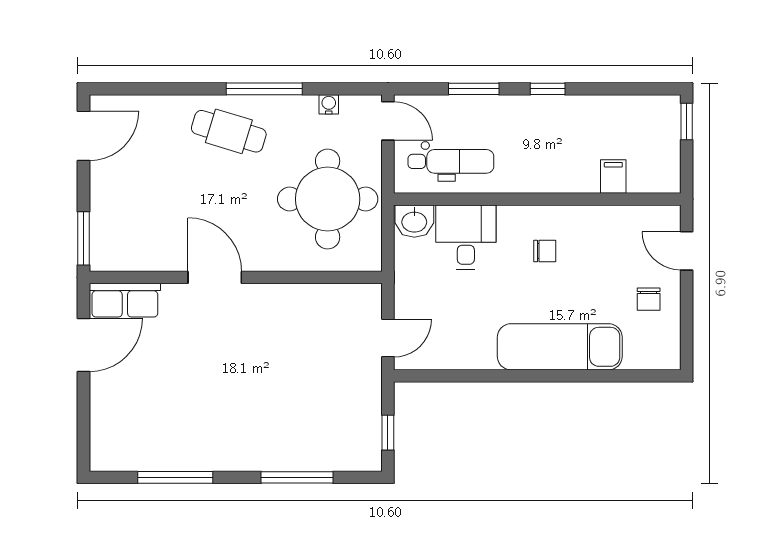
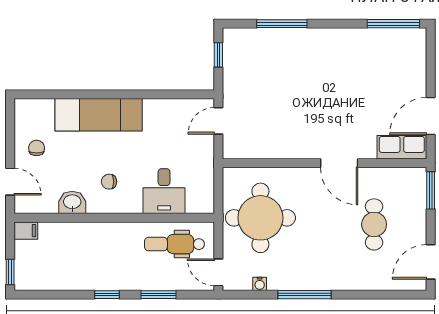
cafe table: (229, 131) -> (374, 224), moved, turned 73
filing cabinet: (613, 176) -> (26, 231), moved, turned -90
washbasin: (414, 221) -> (72, 202), moved
window: (175, 477) -> (393, 24), moved

